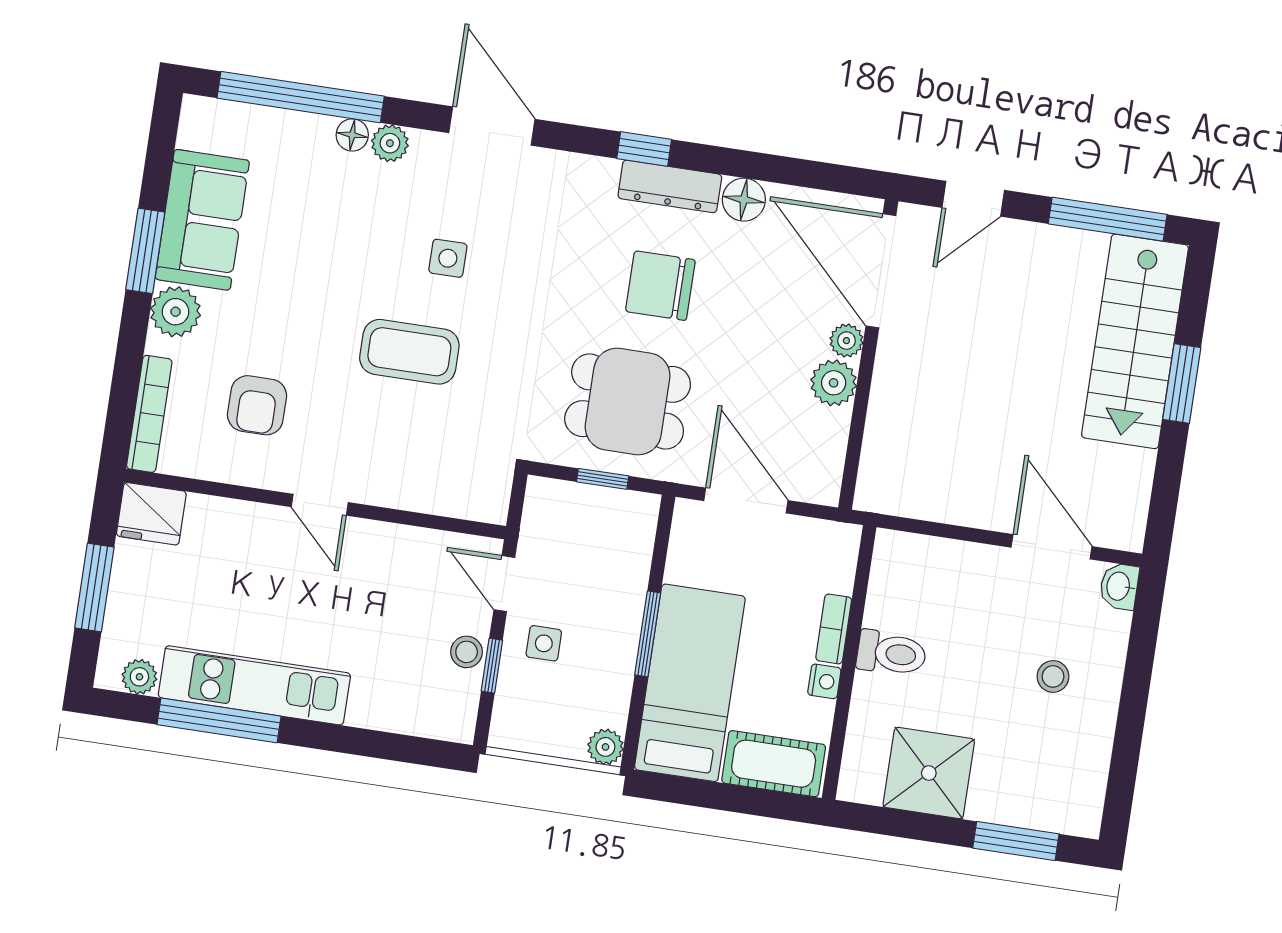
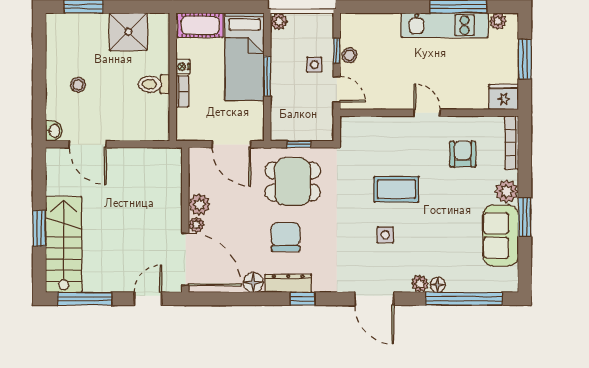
chair: (660, 286) -> (286, 237), turned -90

